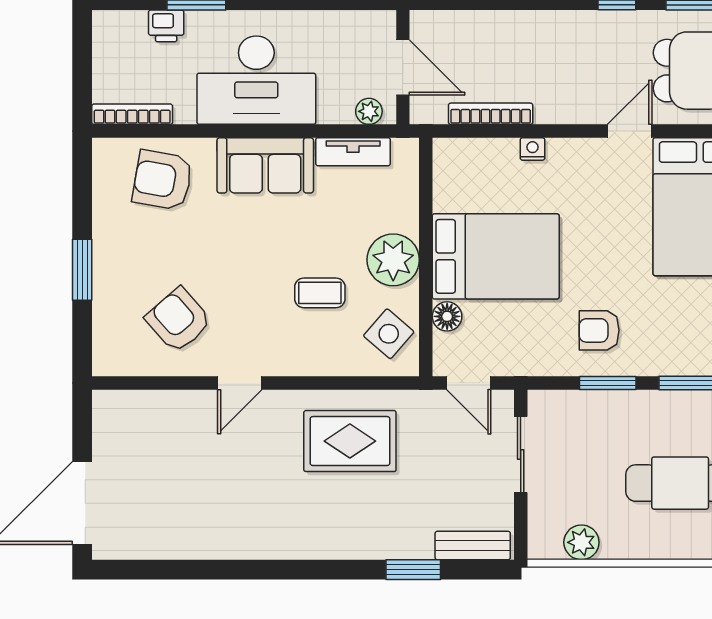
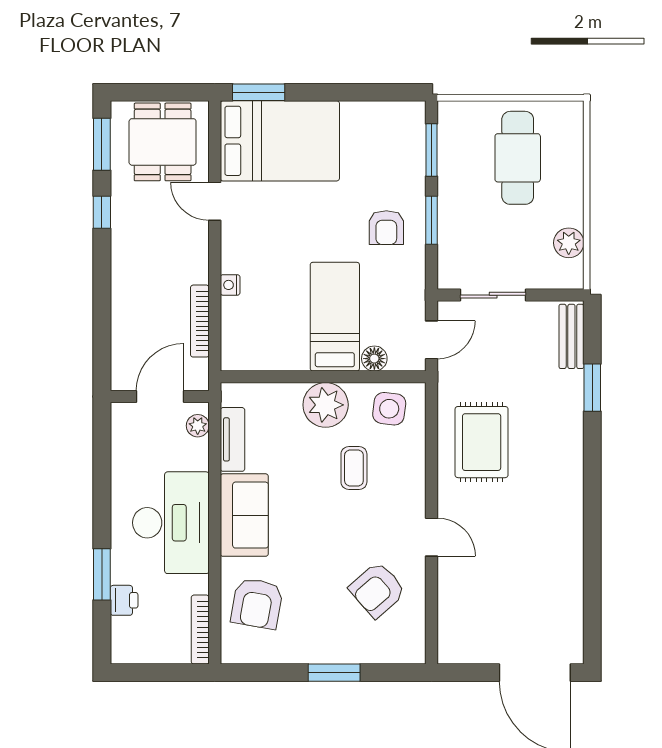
bed: (496, 256) -> (335, 317), width x0.67
side table: (389, 334) -> (389, 409), turned -34

